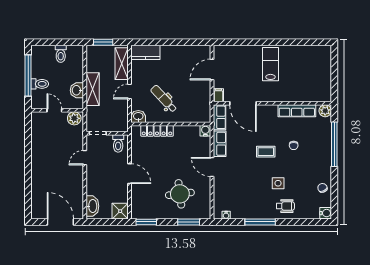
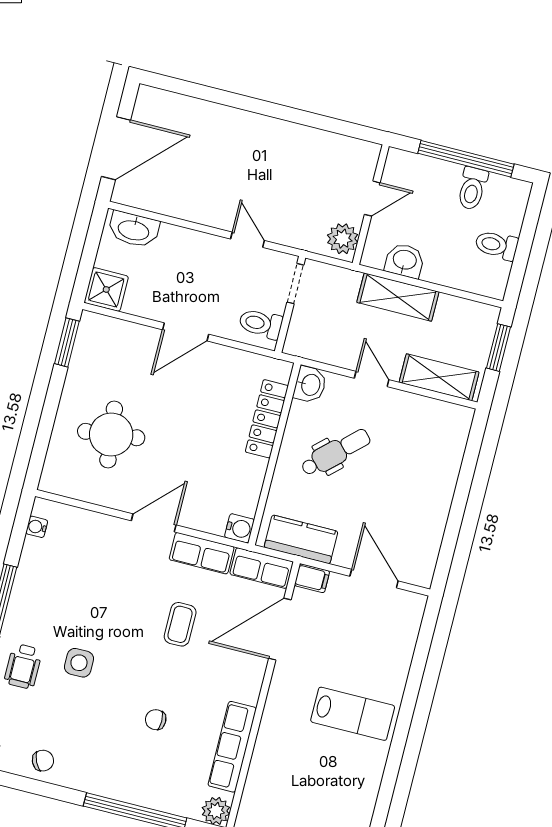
kitchen counter: (145, 52) -> (301, 539), moved, turned 90
toilet: (40, 84) -> (472, 188), moved
coffee table: (266, 152) -> (180, 624), moved
window: (189, 222) -> (43, 438), removed

